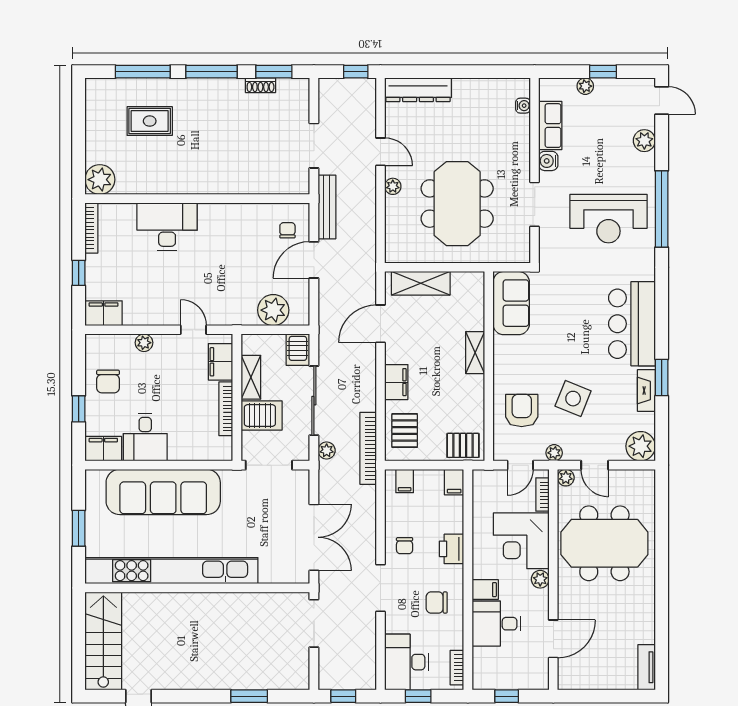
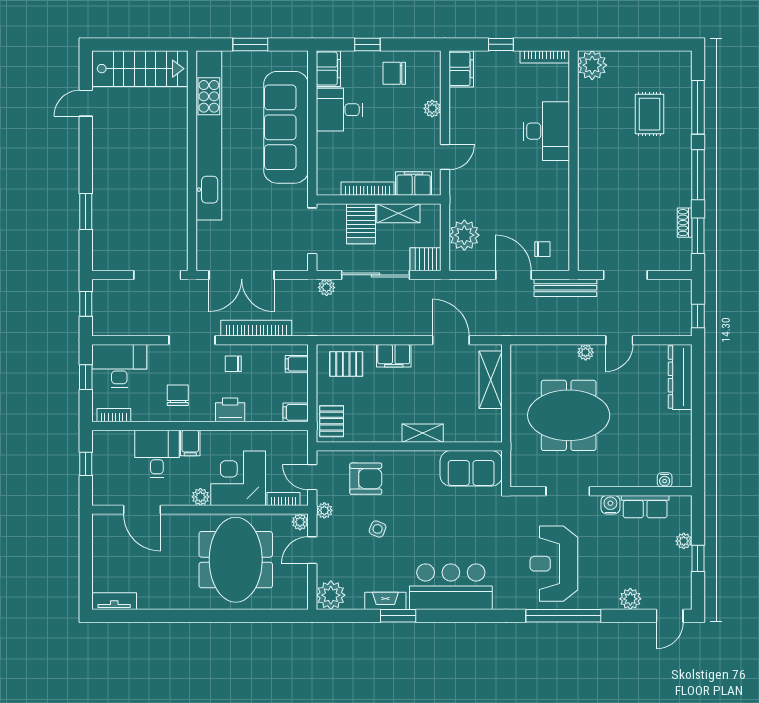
side table: (573, 399) -> (378, 529), width x0.54, depth x0.54
bookcase: (368, 448) -> (256, 328), moved

